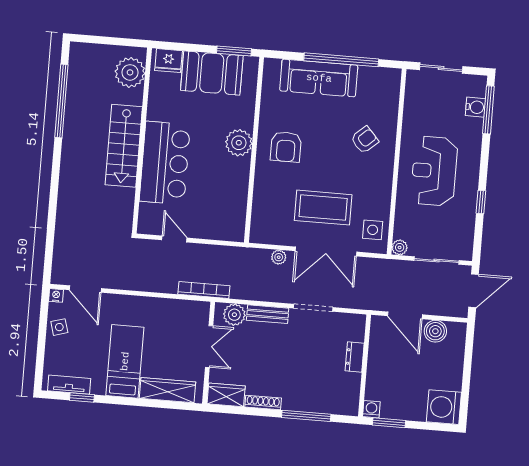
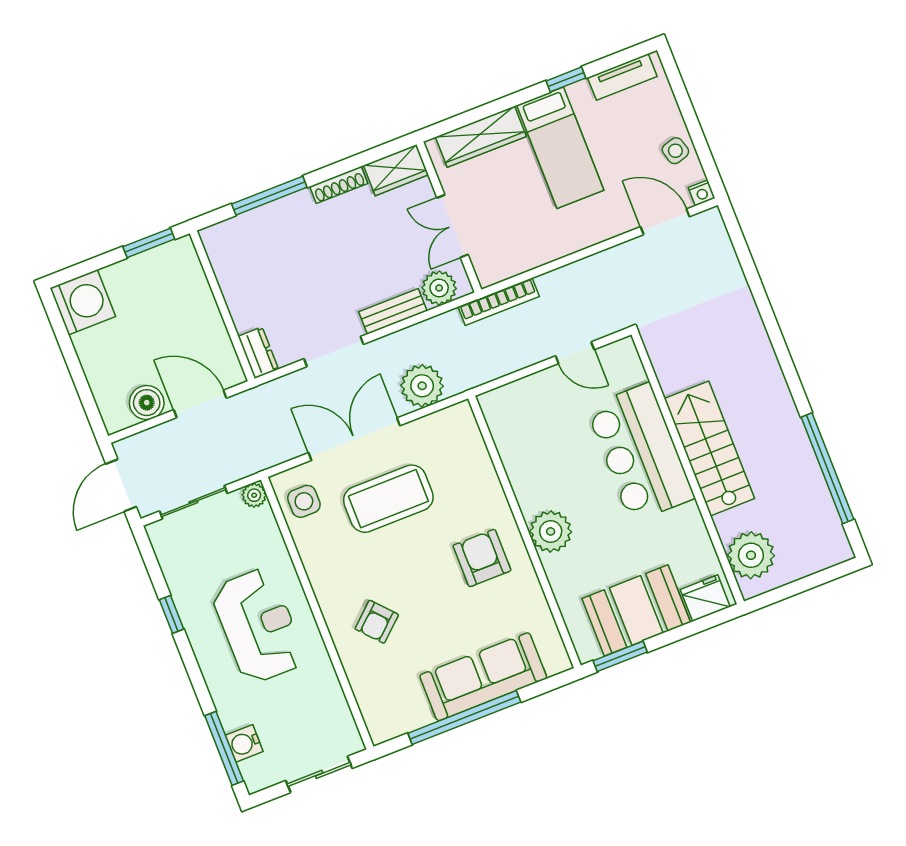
plant: (279, 257) -> (422, 386), width x1.87, depth x1.87
dresser: (355, 357) -> (258, 353), moved
window: (82, 397) -> (566, 79), moved
washing machine: (371, 409) -> (183, 250), removed

